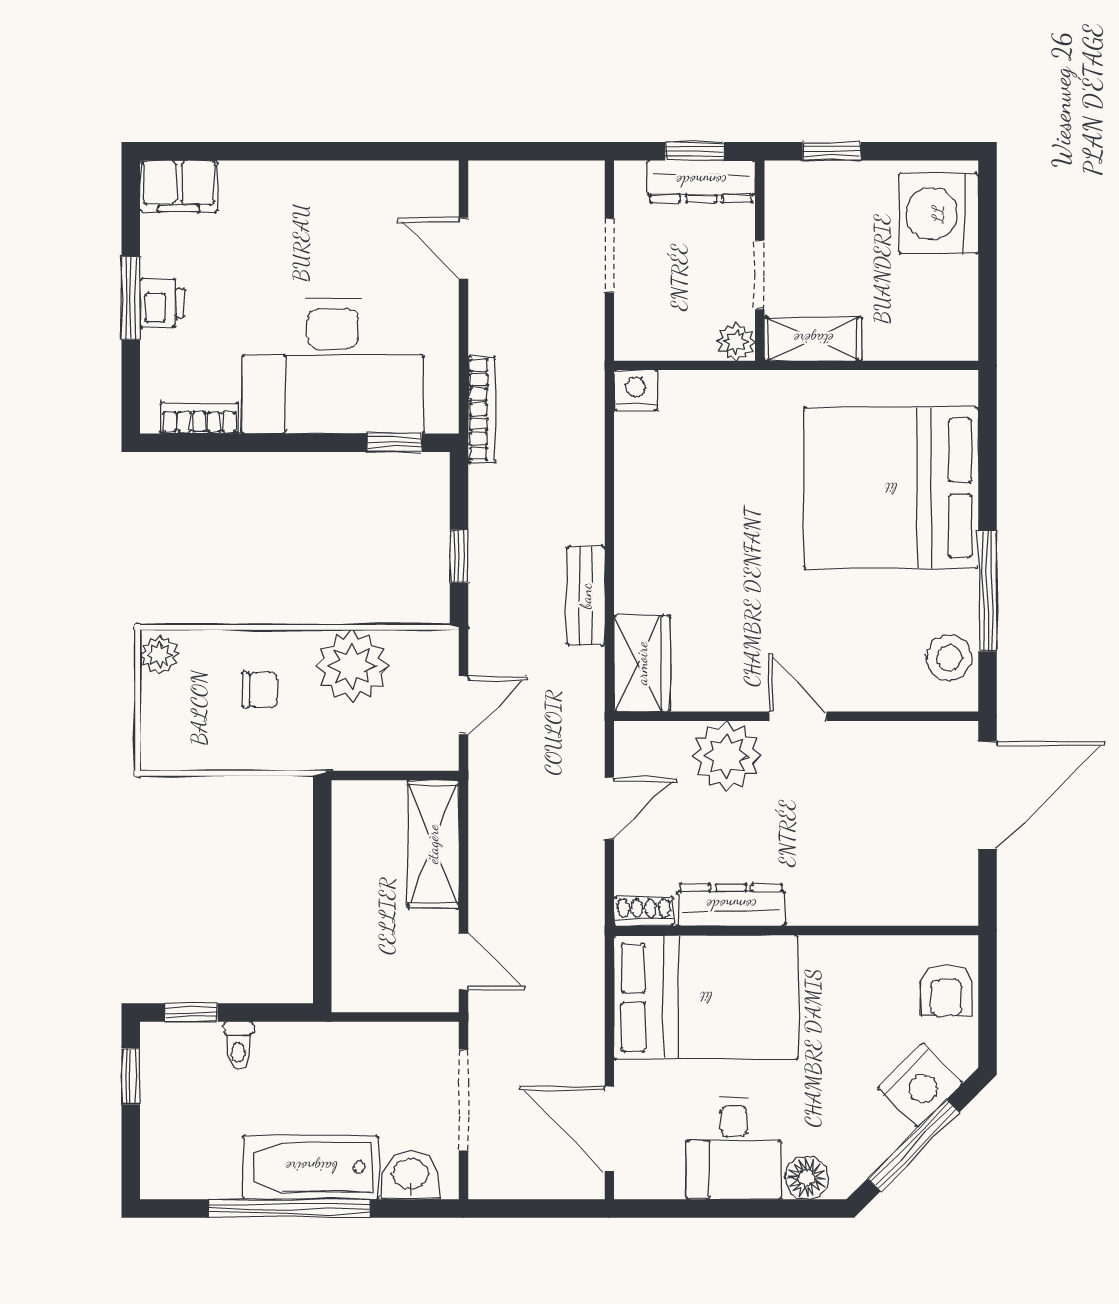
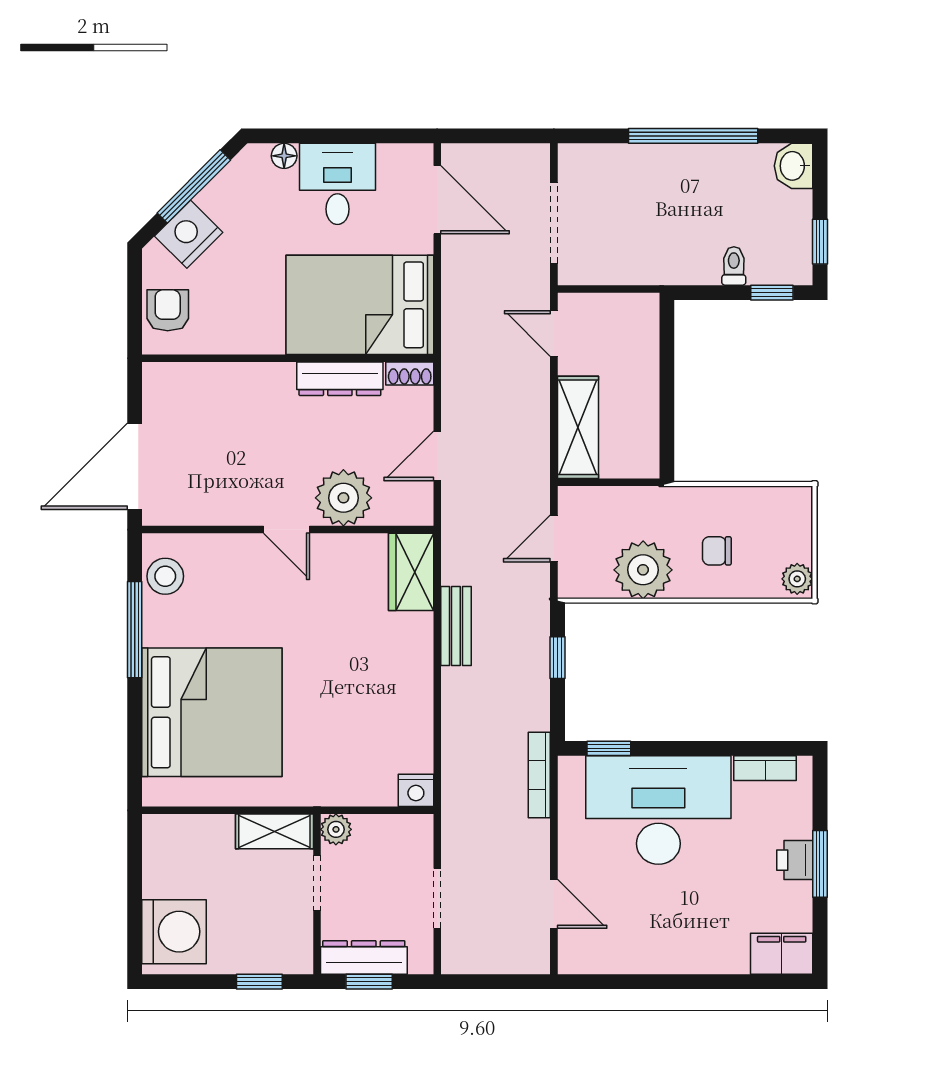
bathtub: (311, 1167) -> (676, 169), removed
washbasin: (411, 1175) -> (793, 166), moved, turned 90
floor lamp: (807, 1178) -> (284, 156), width x0.73, depth x0.73

